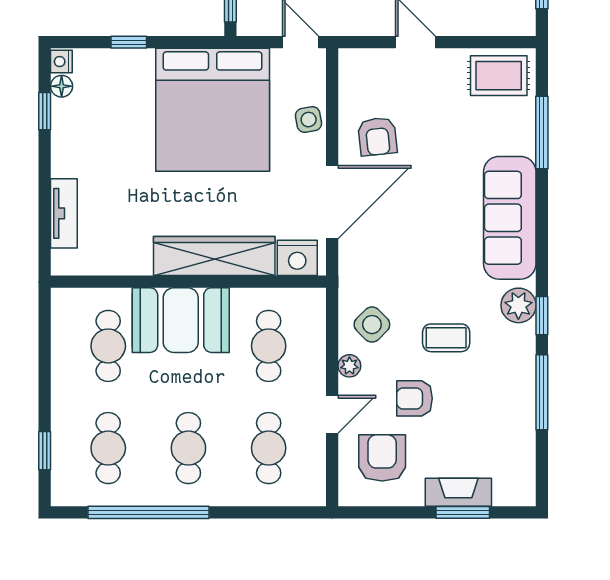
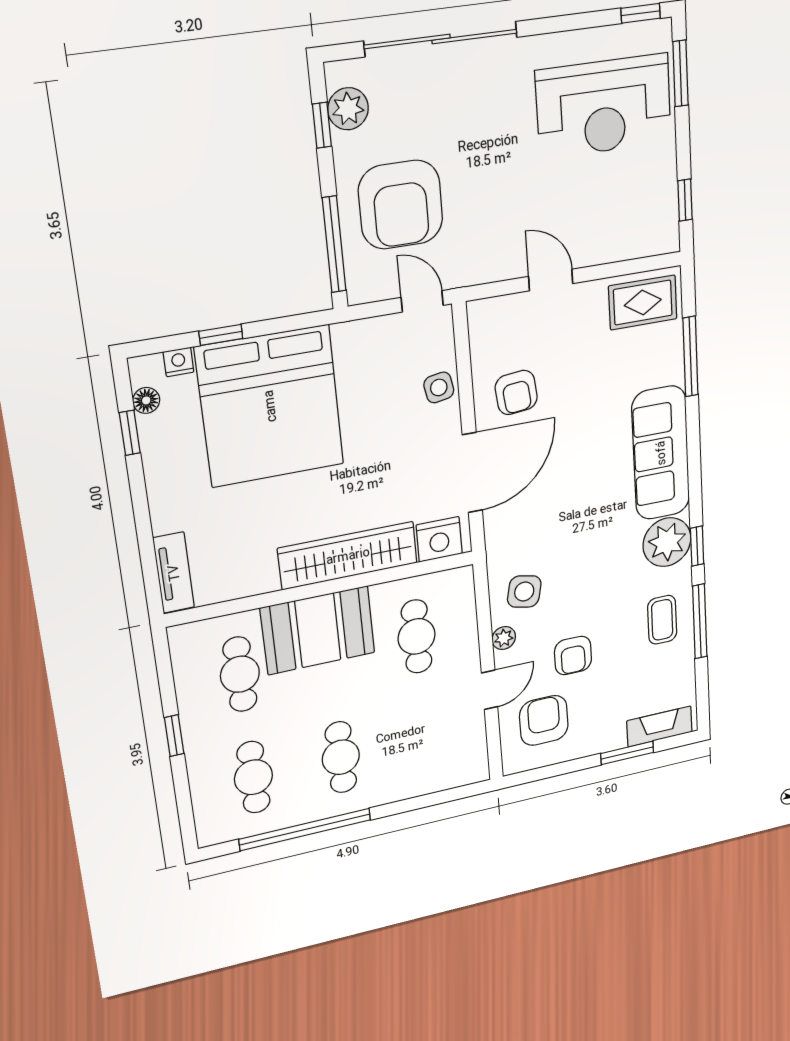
nightstand: (61, 62) -> (179, 362), moved, turned 90
bed: (213, 110) -> (270, 406), moved
tv unit: (64, 213) -> (174, 573), moved
plant: (518, 305) -> (667, 542), width x1.36, depth x1.36
side table: (372, 325) -> (524, 591), turned -33
coffee table: (446, 338) -> (662, 620), moved, turned 90
armchair: (415, 398) -> (573, 656), turned -90
cafe table: (269, 448) -> (426, 738), removed
window: (45, 451) -> (174, 736), moved
fireplace: (458, 492) -> (660, 726), moved

